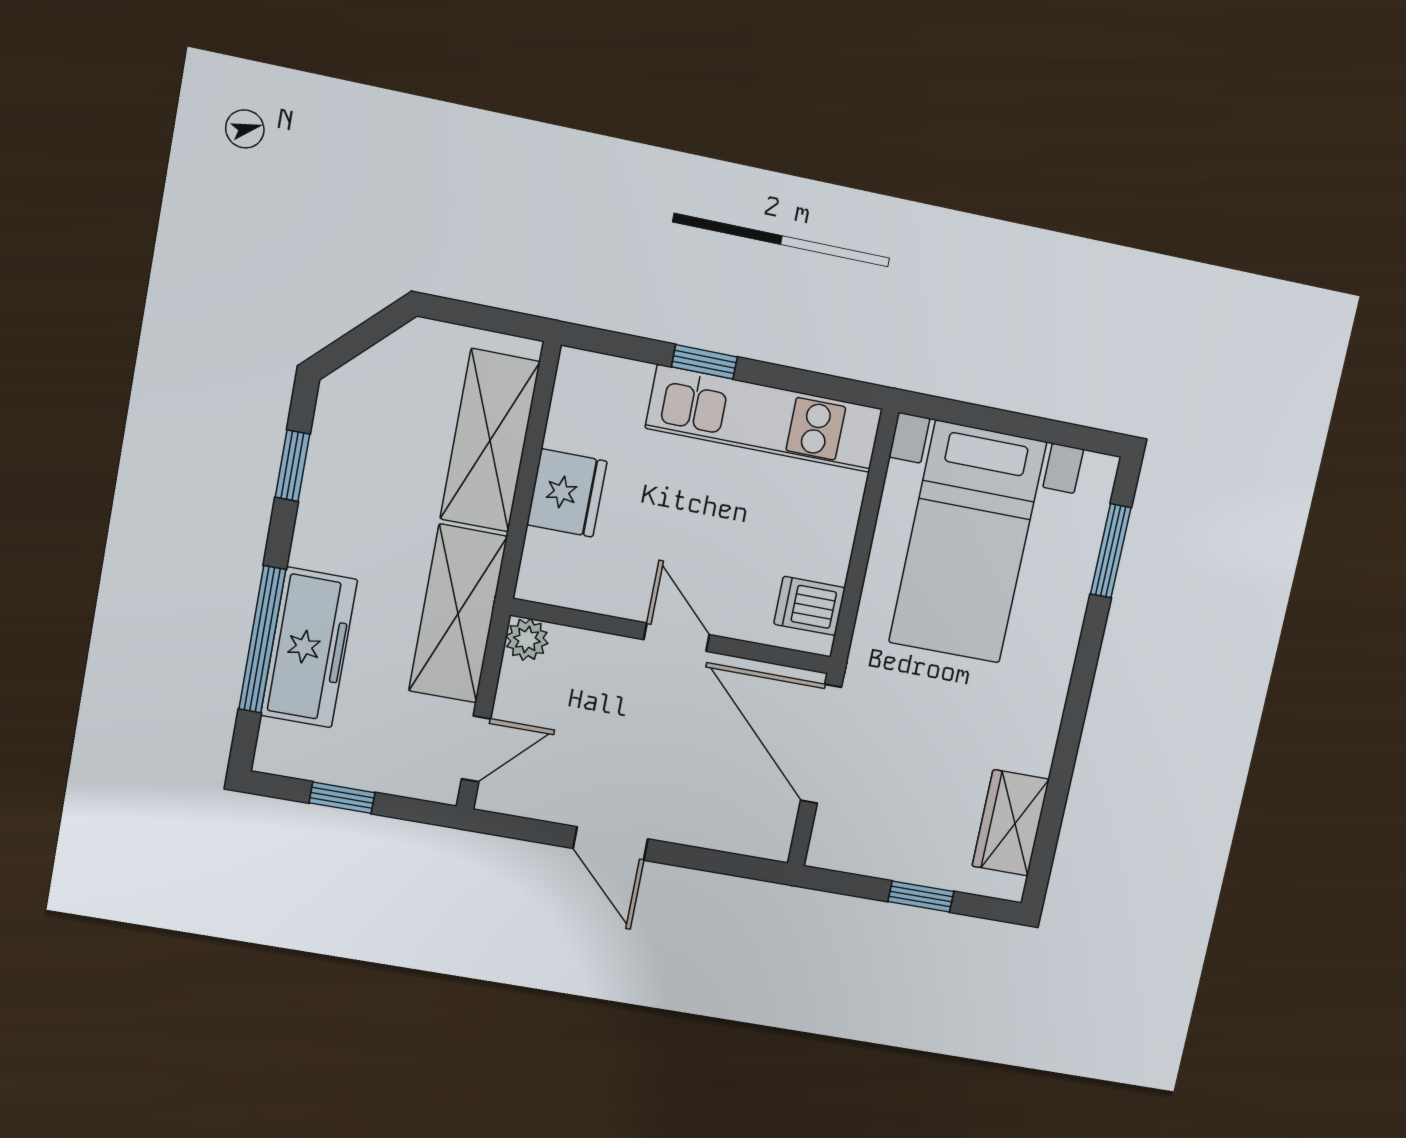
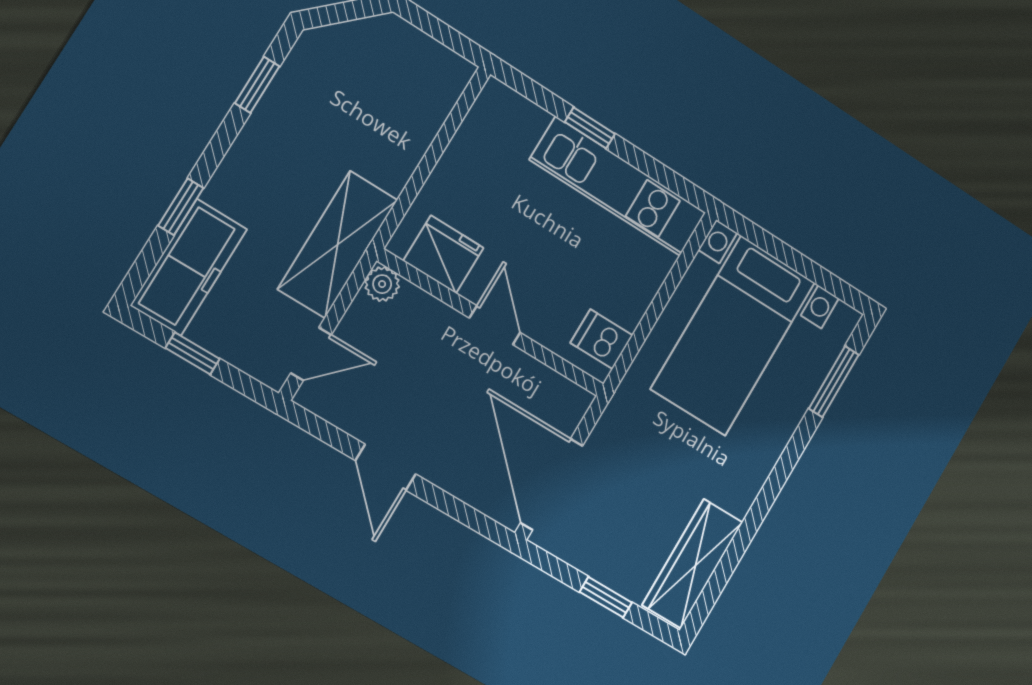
shelving: (490, 440) -> (412, 124), removed
fridge: (567, 493) -> (443, 254), moved, turned -90
window: (262, 639) -> (181, 207), width x0.46
freezer: (309, 648) -> (189, 267), moved
door: (821, 744) -> (552, 484), moved
wardrobe: (1011, 823) -> (692, 564), width x1.50

